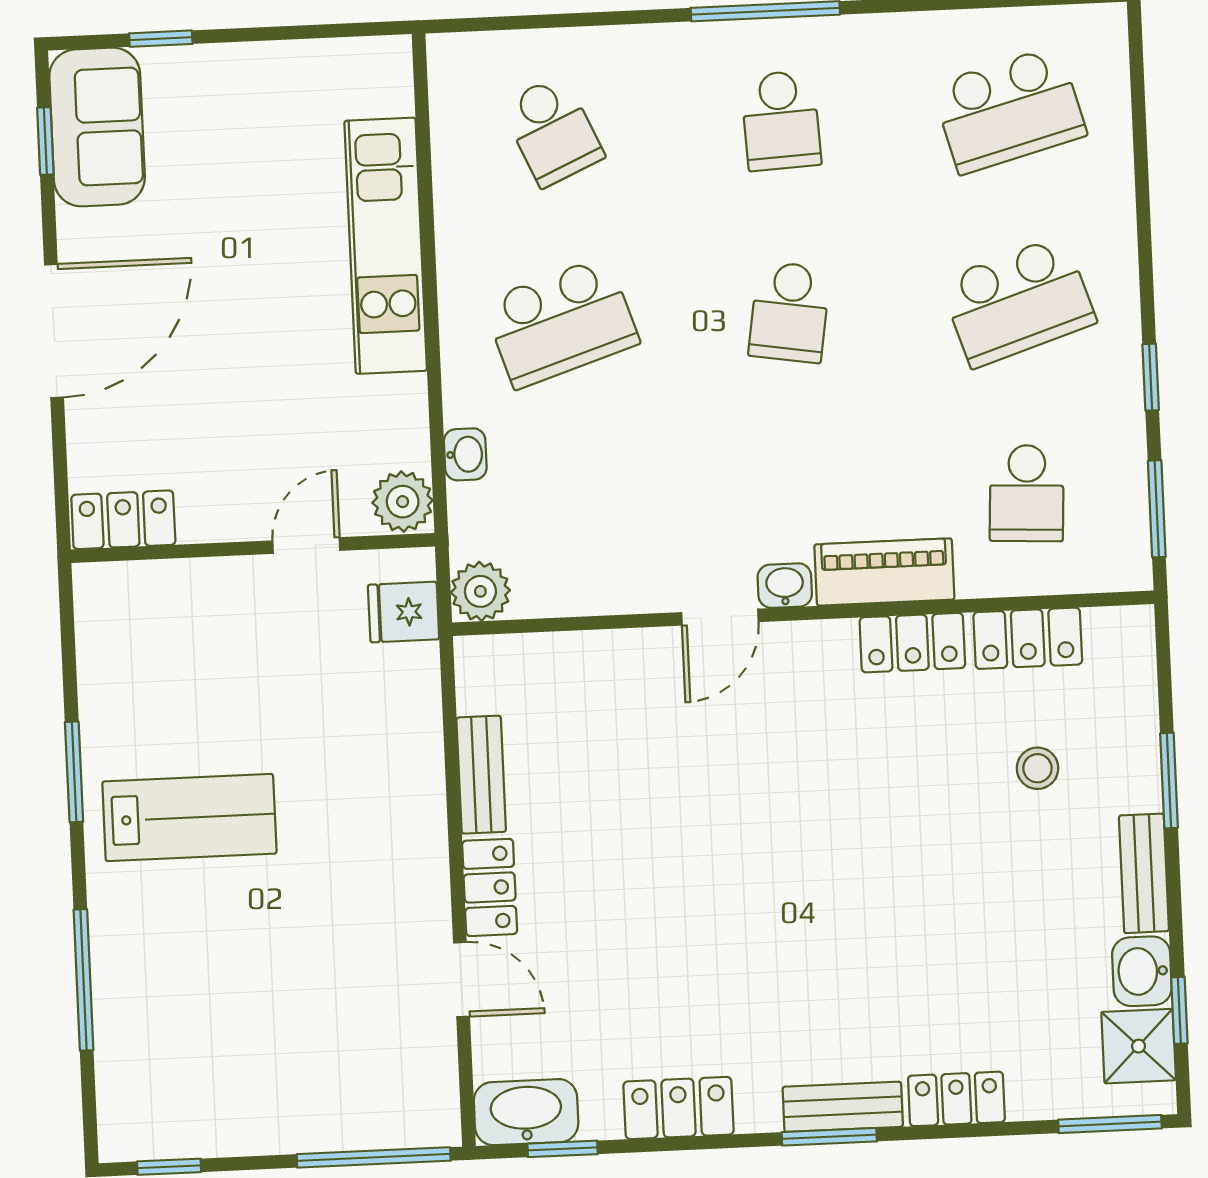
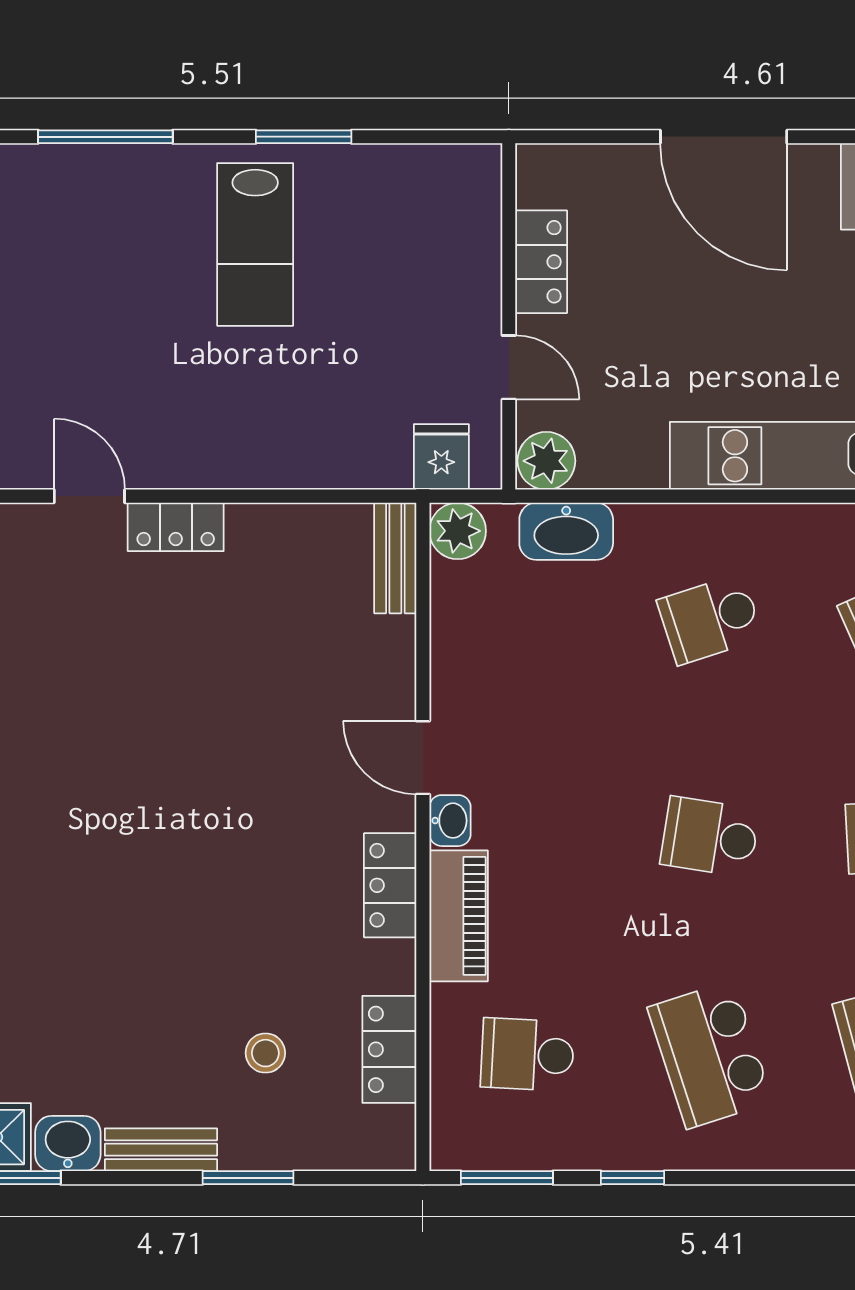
school desk: (561, 322) -> (710, 619), width x0.54
washbasin: (465, 454) -> (566, 531), width x1.91, depth x1.45
locker: (123, 520) -> (541, 262), moved
locker: (912, 643) -> (390, 885), moved
bench: (481, 775) -> (395, 558), moved, turned 90
door: (461, 980) -> (89, 496), swing flipped

